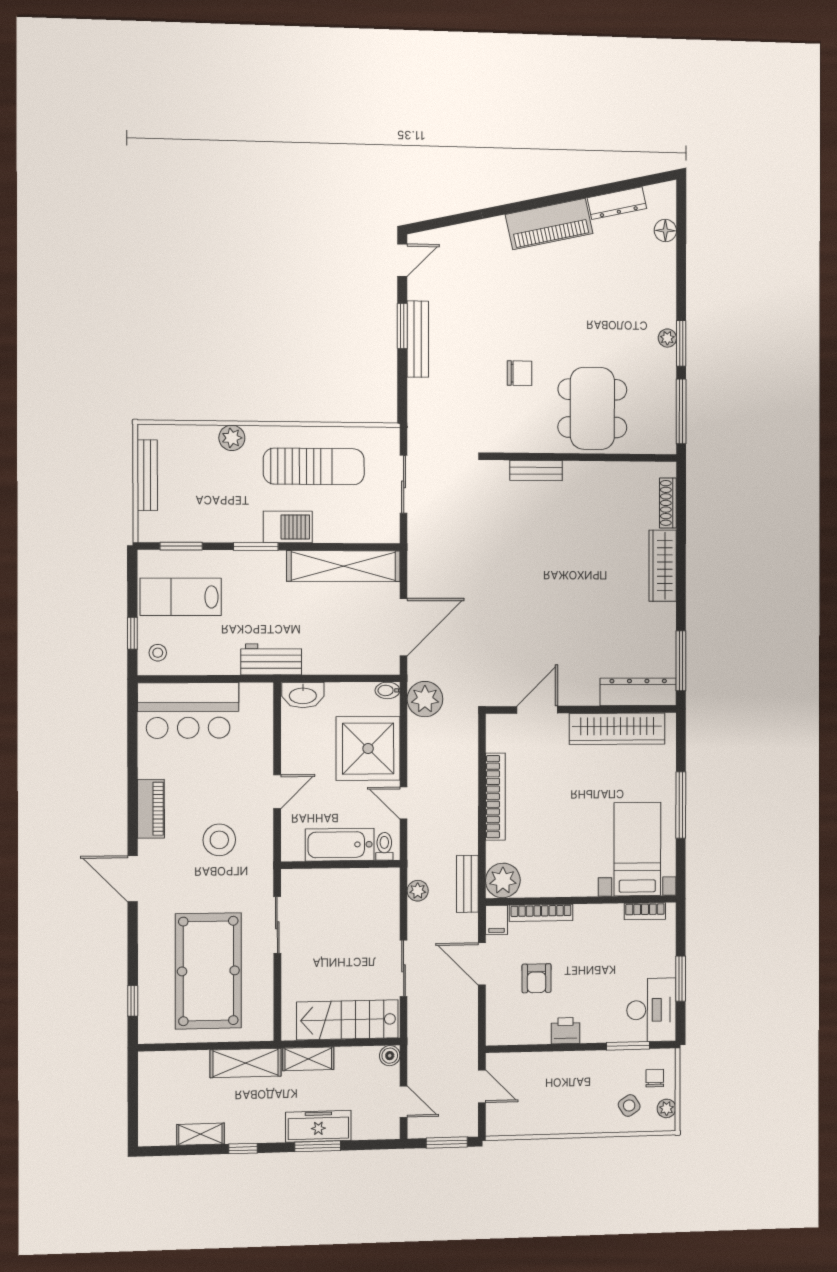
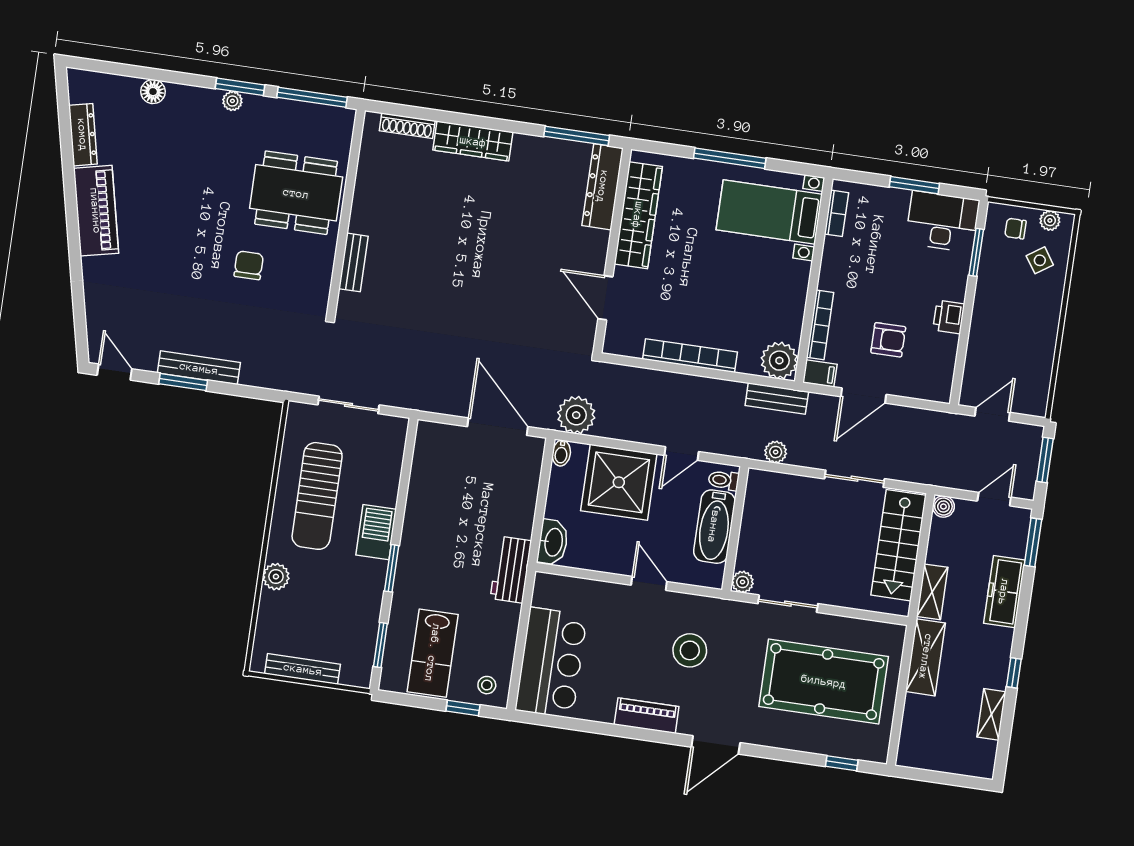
floor lamp: (665, 231) -> (153, 92), moved
sun lounger: (314, 466) -> (317, 496), turned 180
shelving: (343, 566) -> (425, 480), removed
plant: (291, 879) -> (743, 582), added
window: (318, 1146) -> (1033, 542), moved

